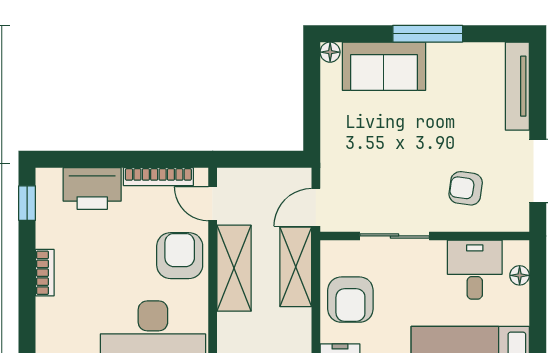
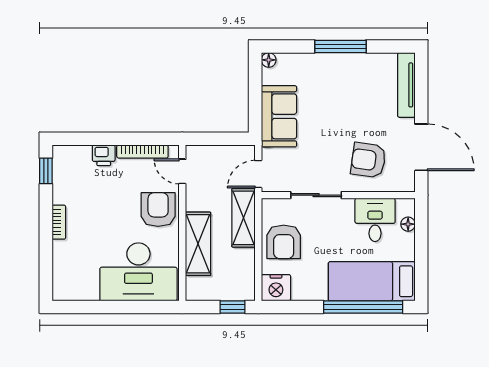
sofa: (384, 66) -> (279, 116), moved, turned -90
printer: (92, 188) -> (104, 155), width x0.53, depth x0.68
armchair: (466, 188) -> (368, 160), width x1.38, depth x1.38
shelving: (234, 268) -> (198, 244), moved

